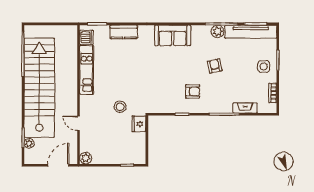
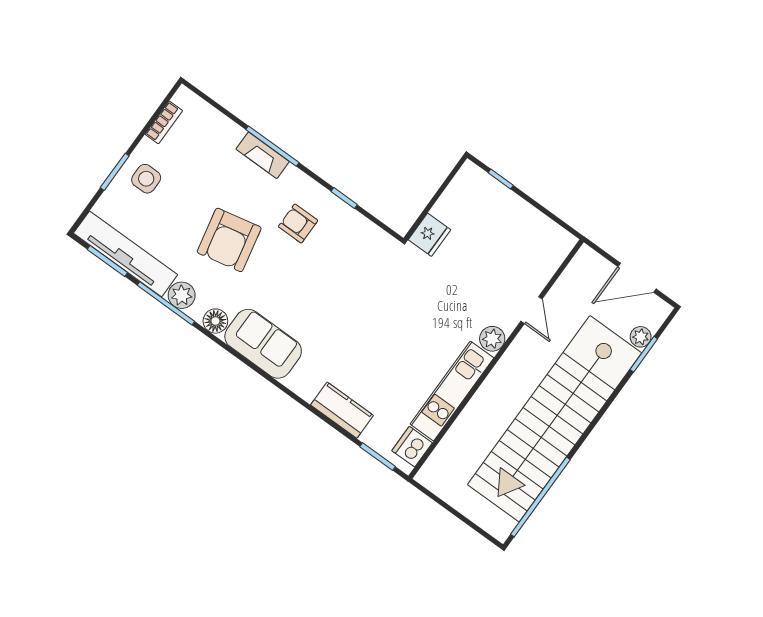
floor lamp: (197, 31) -> (215, 321), added
armchair: (215, 66) -> (229, 240), width x1.88, depth x1.88
stool: (120, 107) -> (440, 287), removed
fireplace: (245, 108) -> (263, 155), moved
plant: (86, 158) -> (492, 339), moved
door: (58, 165) -> (637, 278), moved

